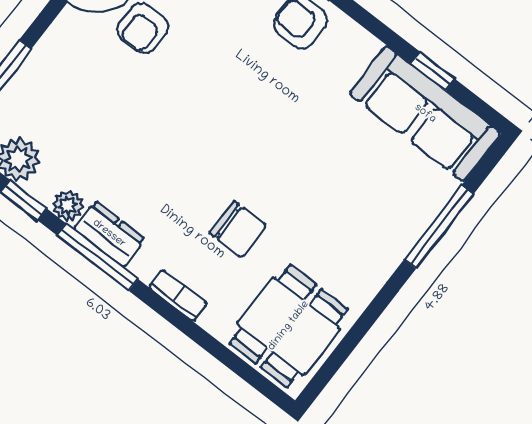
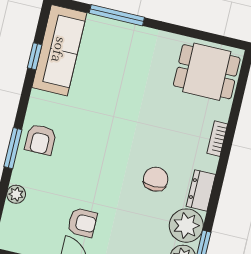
plant: (68, 205) -> (186, 226), width x1.87, depth x1.87
chair: (238, 229) -> (156, 179), moved
window: (97, 257) -> (216, 191), removed

